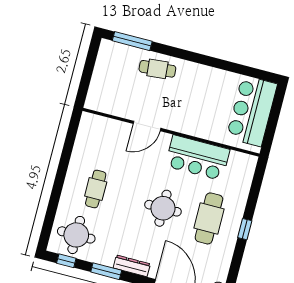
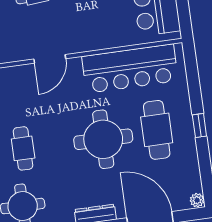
bar counter: (198, 158) -> (130, 69), width x1.36
round table: (163, 208) -> (103, 139), width x1.36, depth x1.36

